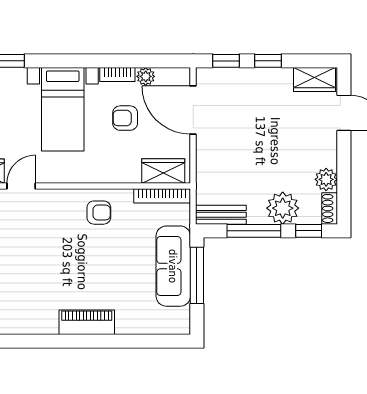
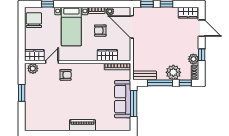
window: (344, 170) -> (202, 55), added
wardrobe: (163, 171) -> (107, 55), moved
armchair: (99, 213) -> (66, 75), moved

